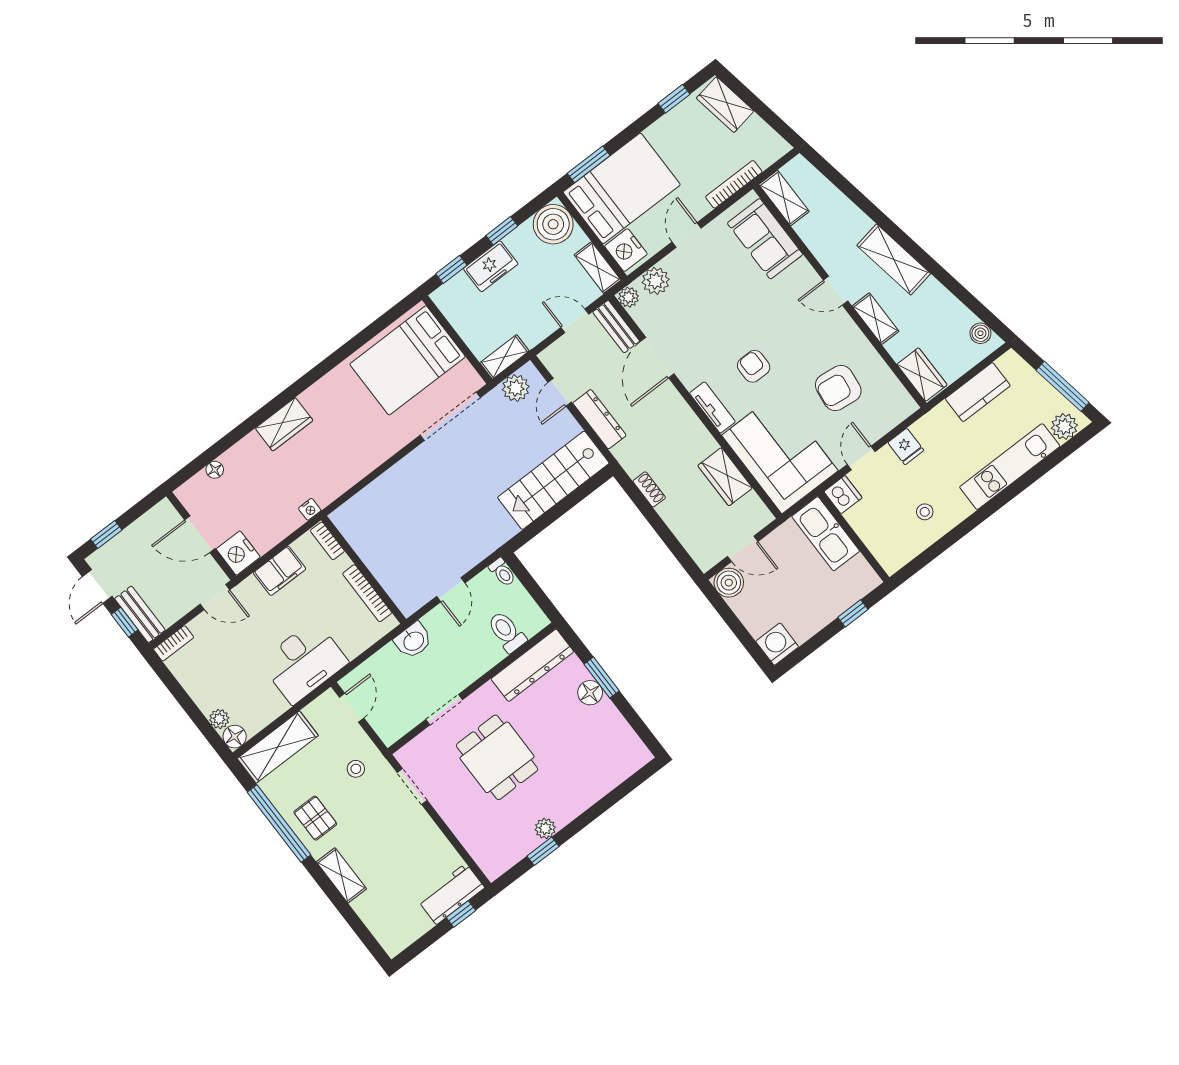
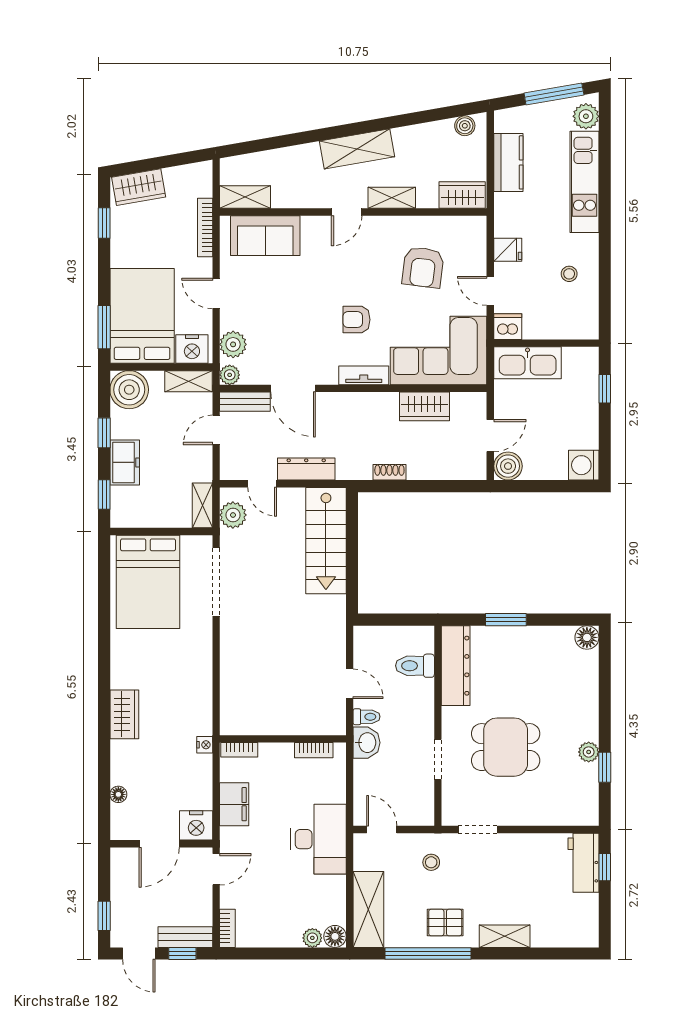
toilet: (502, 572) -> (367, 717), moved
bookcase: (367, 593) -> (314, 750), width x0.64
floor lamp: (590, 693) -> (587, 637), moved

